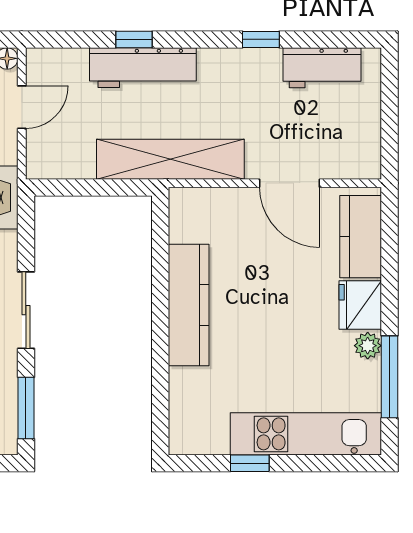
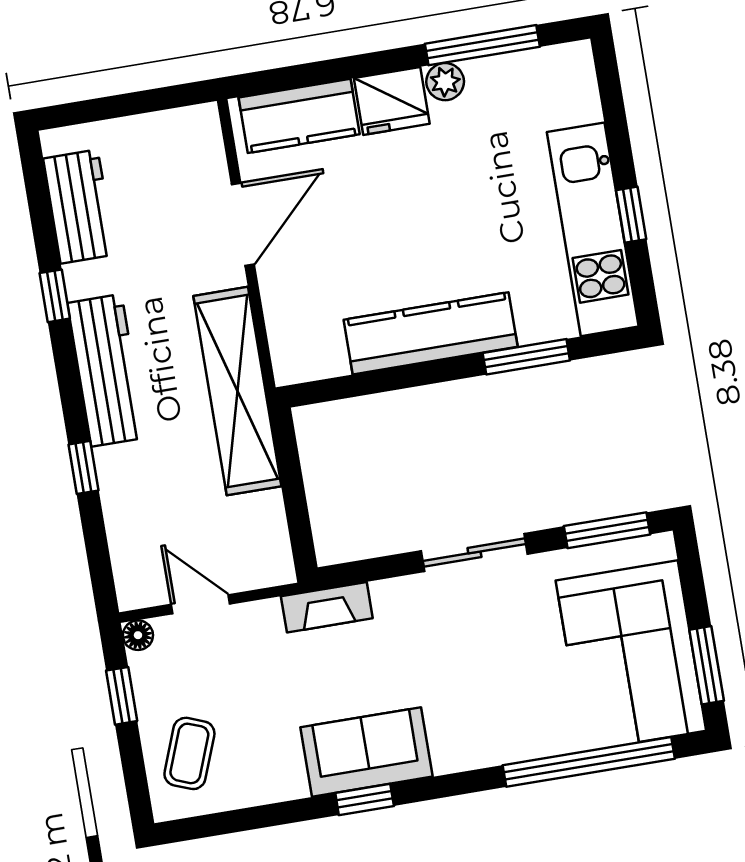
workbench: (143, 68) -> (106, 370), moved
window: (160, 371) -> (526, 357), added
kitchen unit: (306, 434) -> (593, 229), moved

